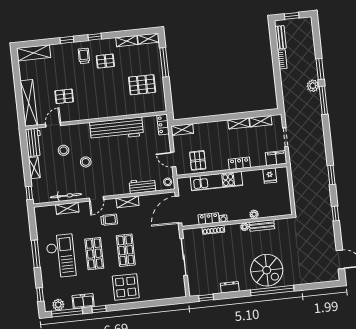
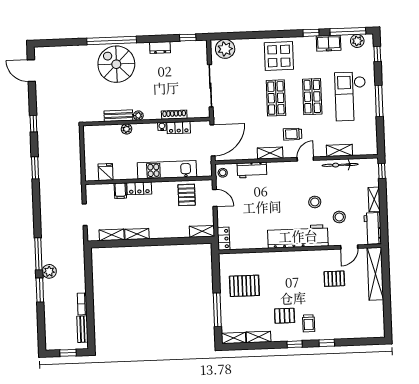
shelving: (34, 53) -> (366, 331), removed
workbench: (116, 129) -> (298, 236), moved
filing cabinet: (276, 158) -> (120, 191), moved, width x0.50
plant: (173, 290) -> (225, 49), added

